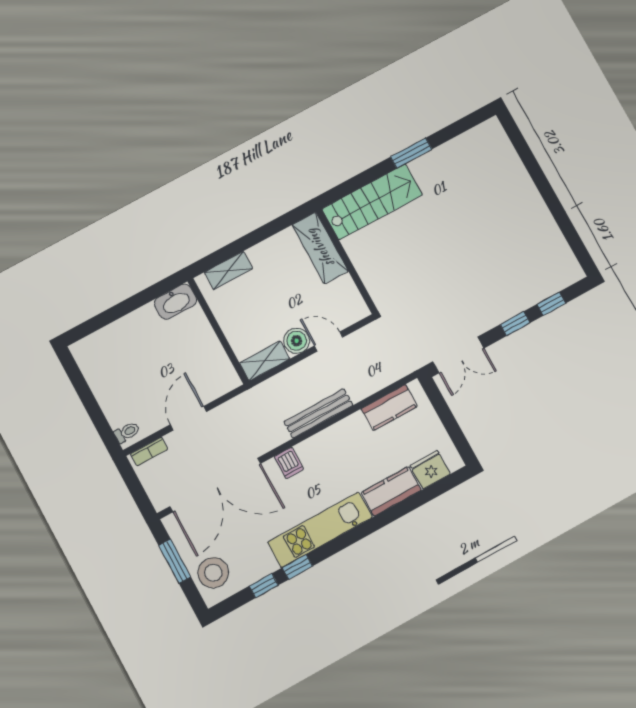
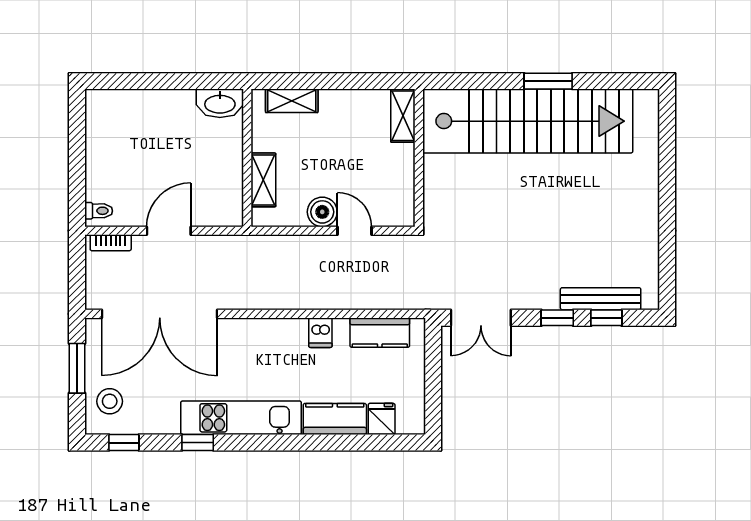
stairs: (372, 202) -> (528, 121), width x1.86, depth x1.51
shelving: (320, 248) -> (403, 116), width x0.67, depth x0.75
shelving: (265, 361) -> (263, 180), moved, turned 90
bench: (318, 413) -> (601, 299), moved
dishwasher: (289, 463) -> (320, 333), moved
fridge: (430, 470) -> (382, 419), width x0.72
stool: (213, 573) -> (110, 401), width x0.73, depth x0.73
window: (264, 586) -> (124, 443), moved

